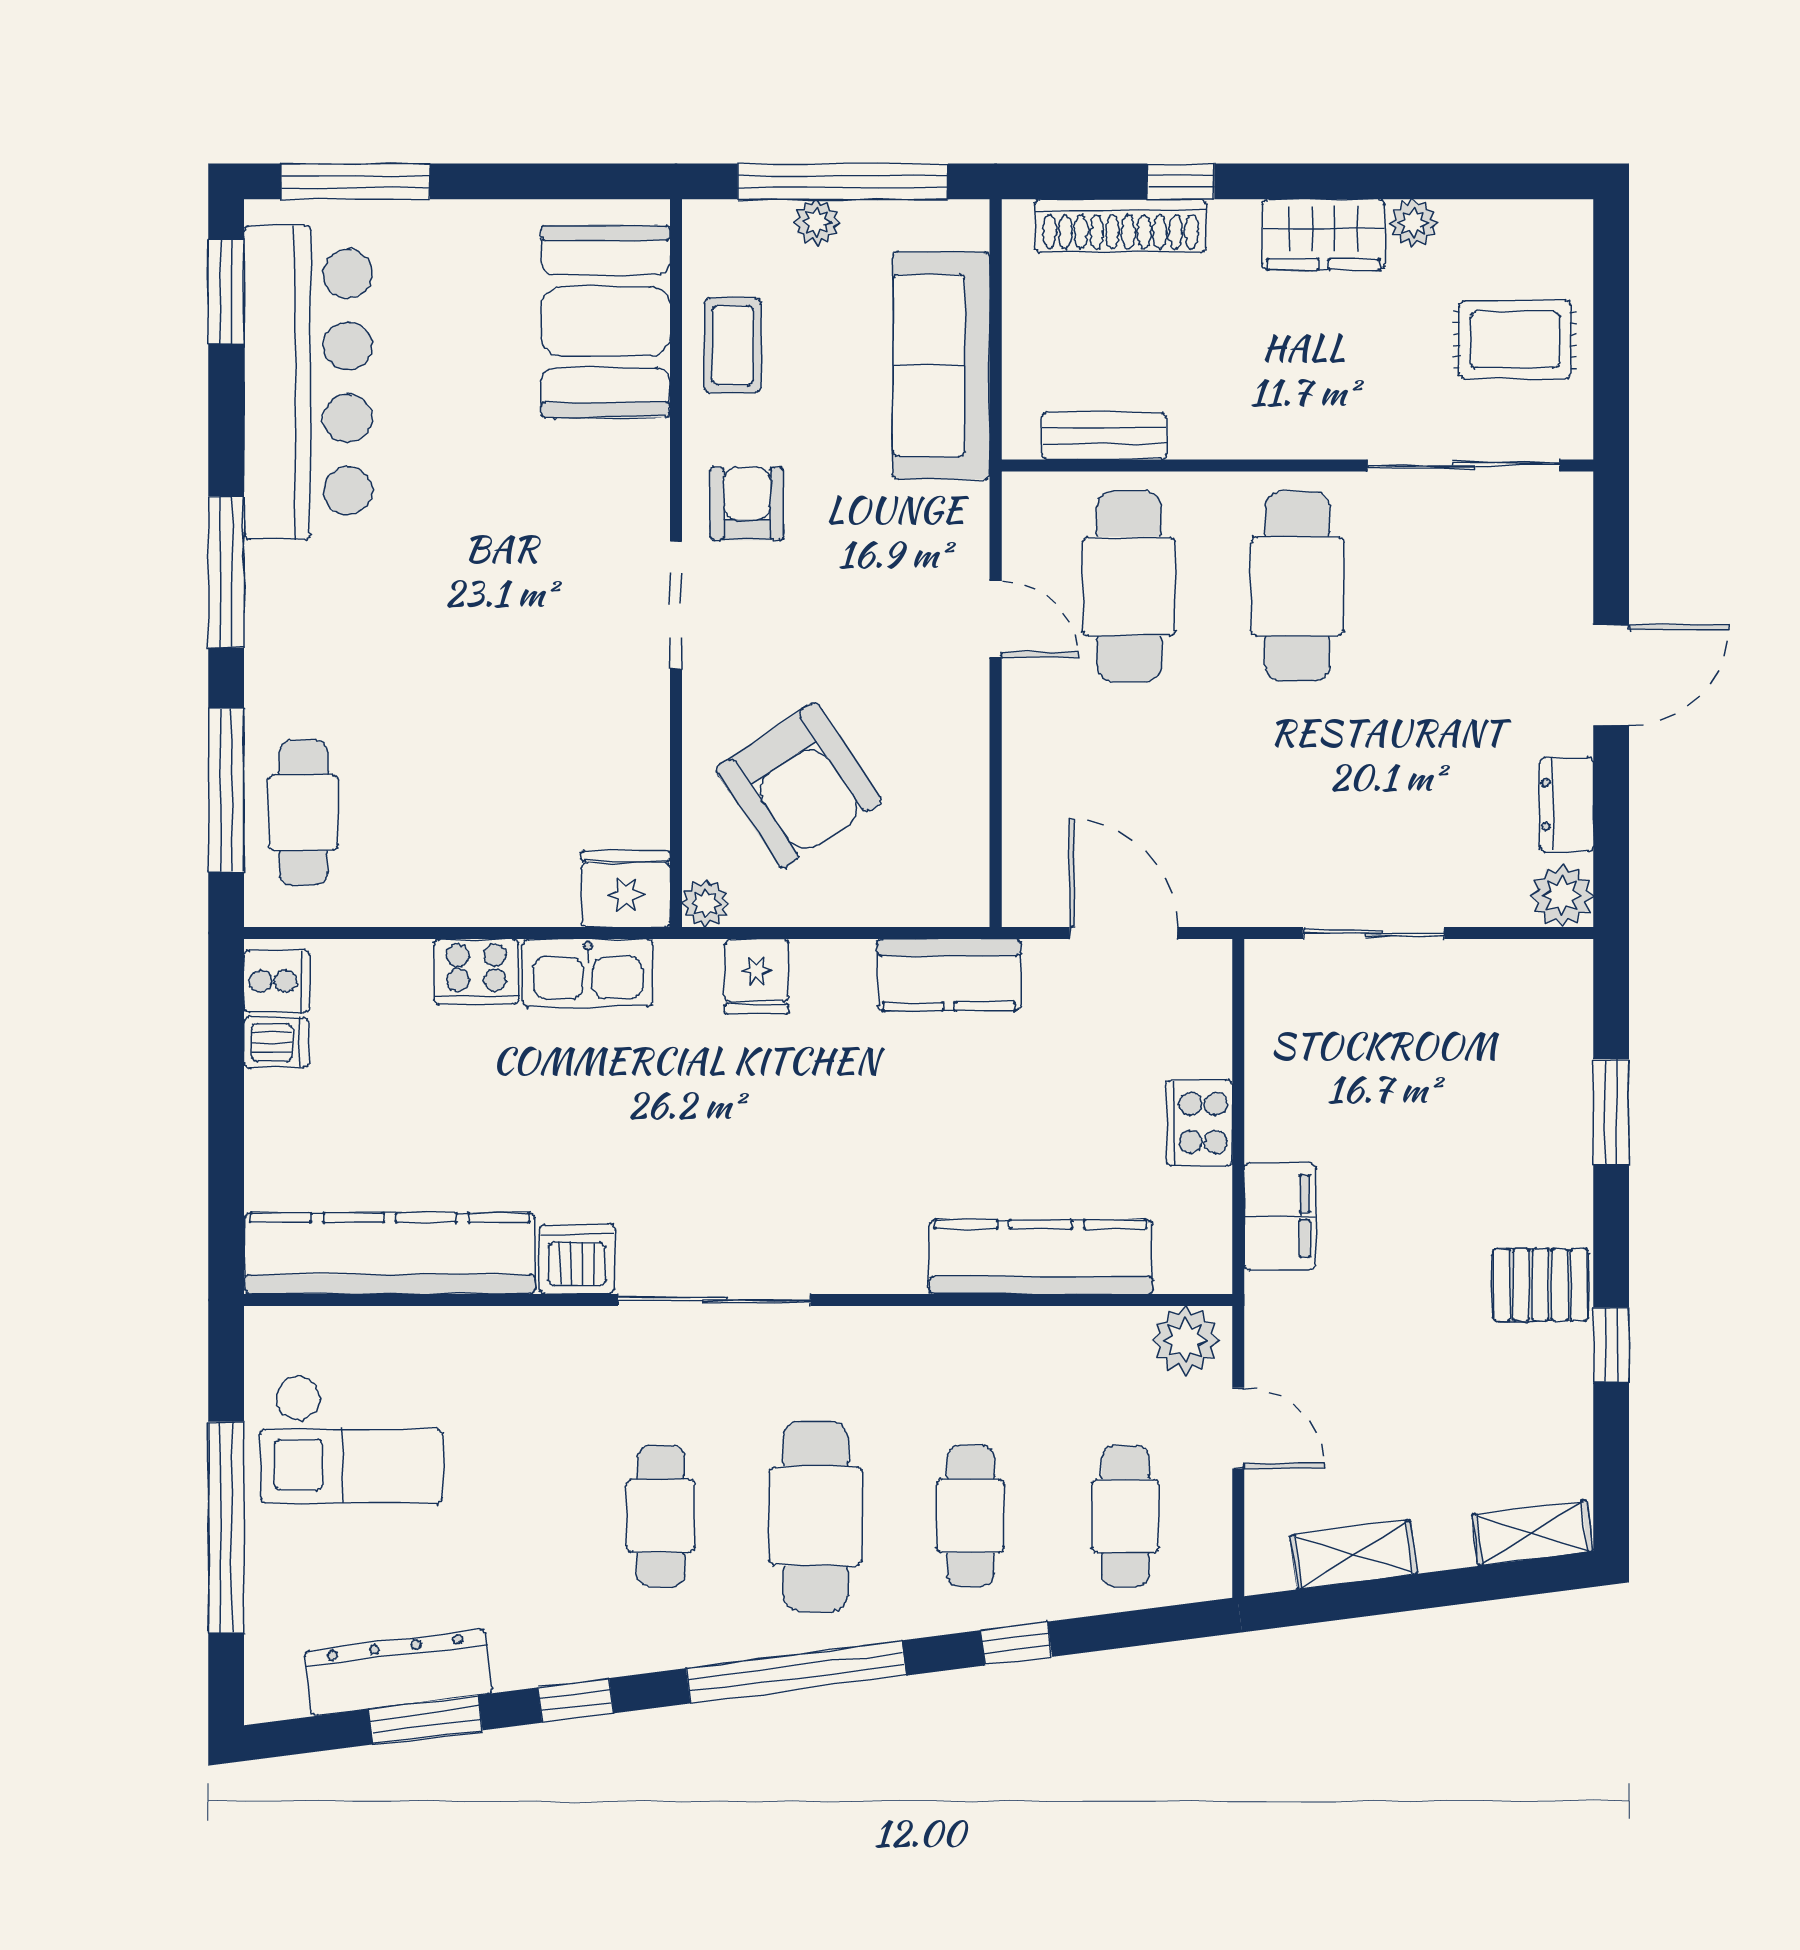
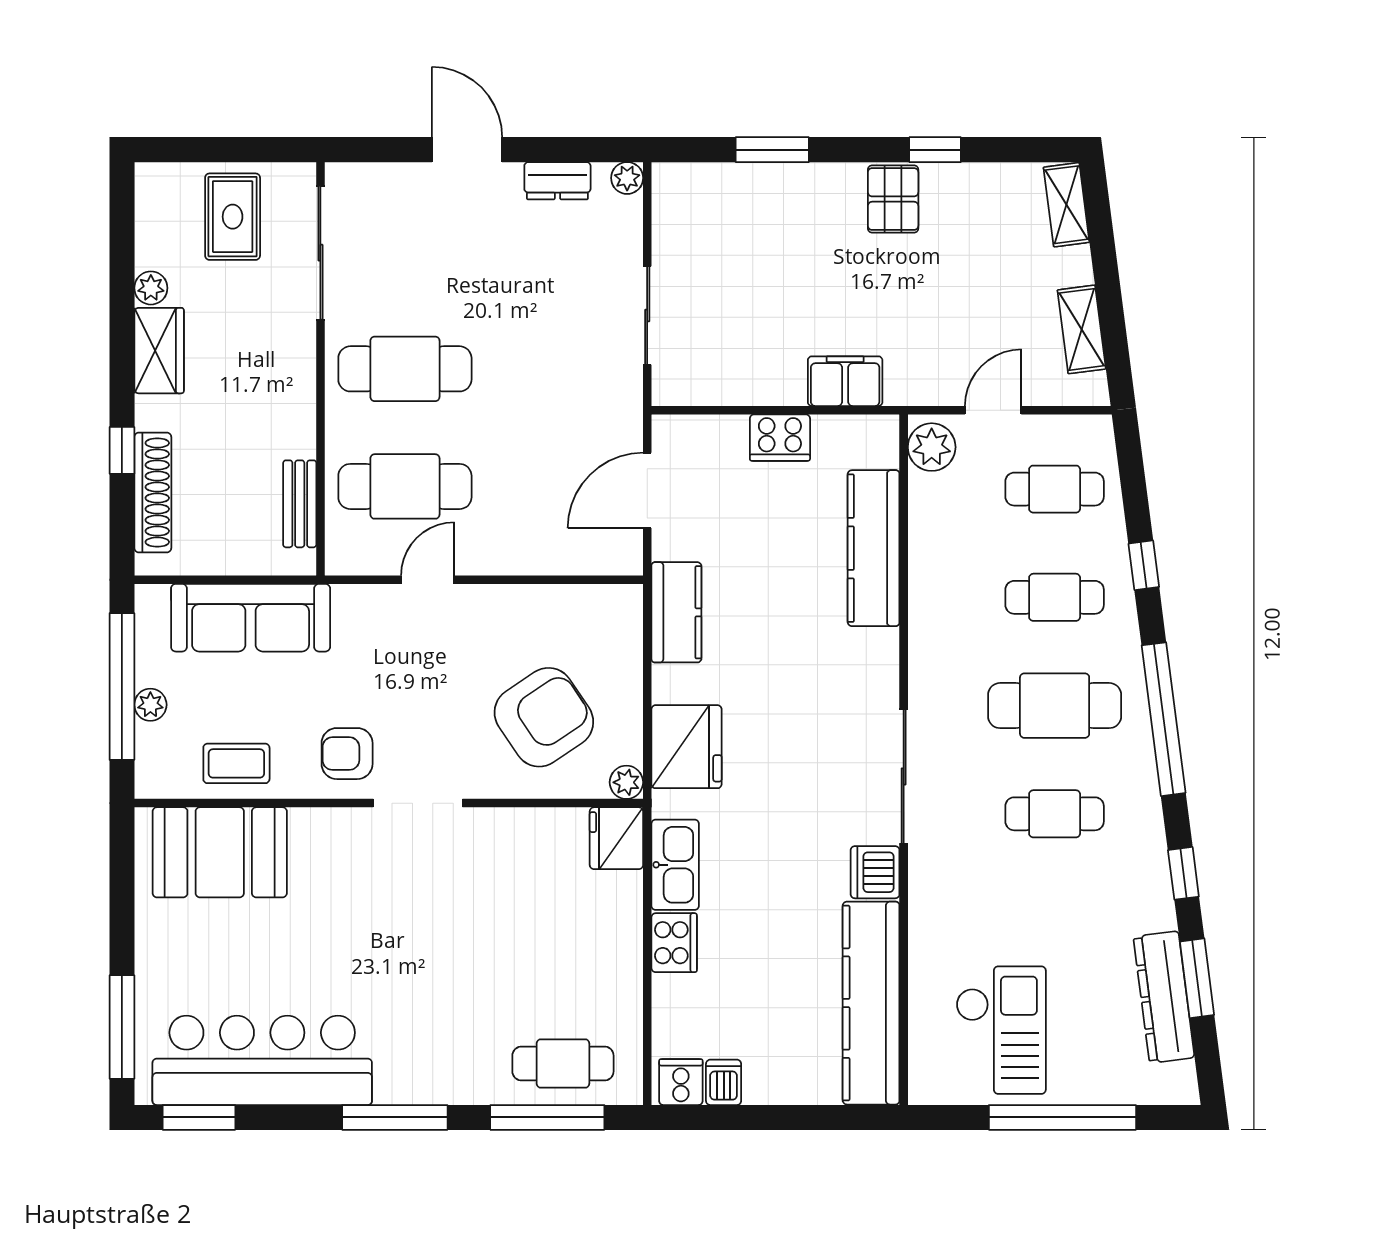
plant: (1562, 896) -> (627, 178), width x0.73, depth x0.73
fridge: (757, 977) -> (686, 747), width x1.88, depth x1.34

